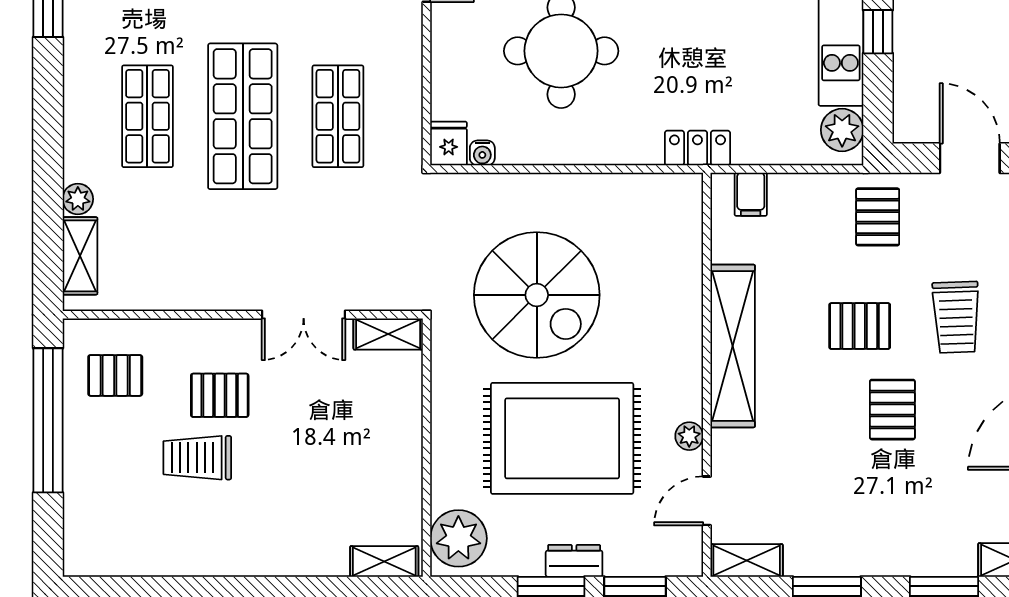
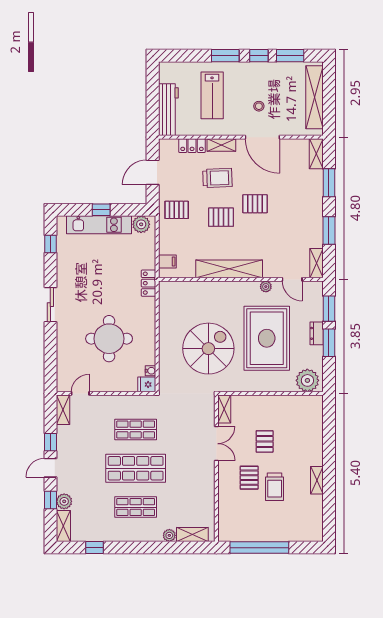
pallet: (860, 326) -> (221, 217), turned 90
pallet: (115, 375) -> (265, 441), moved
shelving: (384, 561) -> (317, 480), moved

